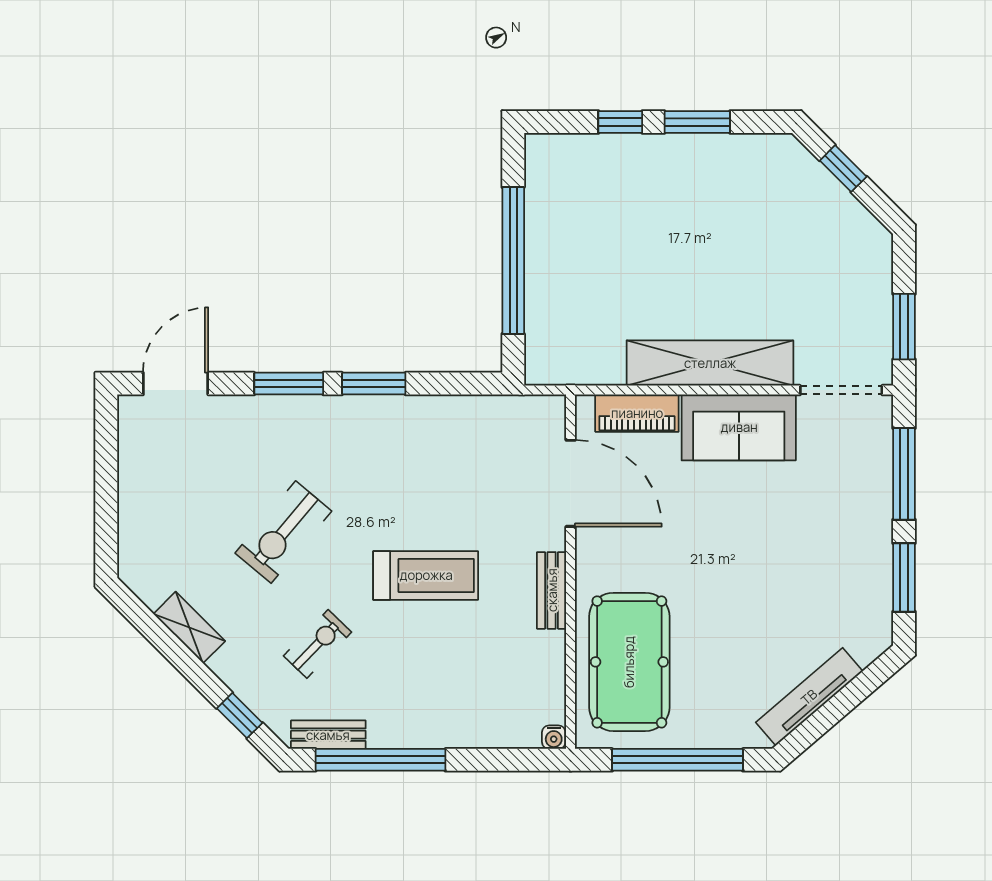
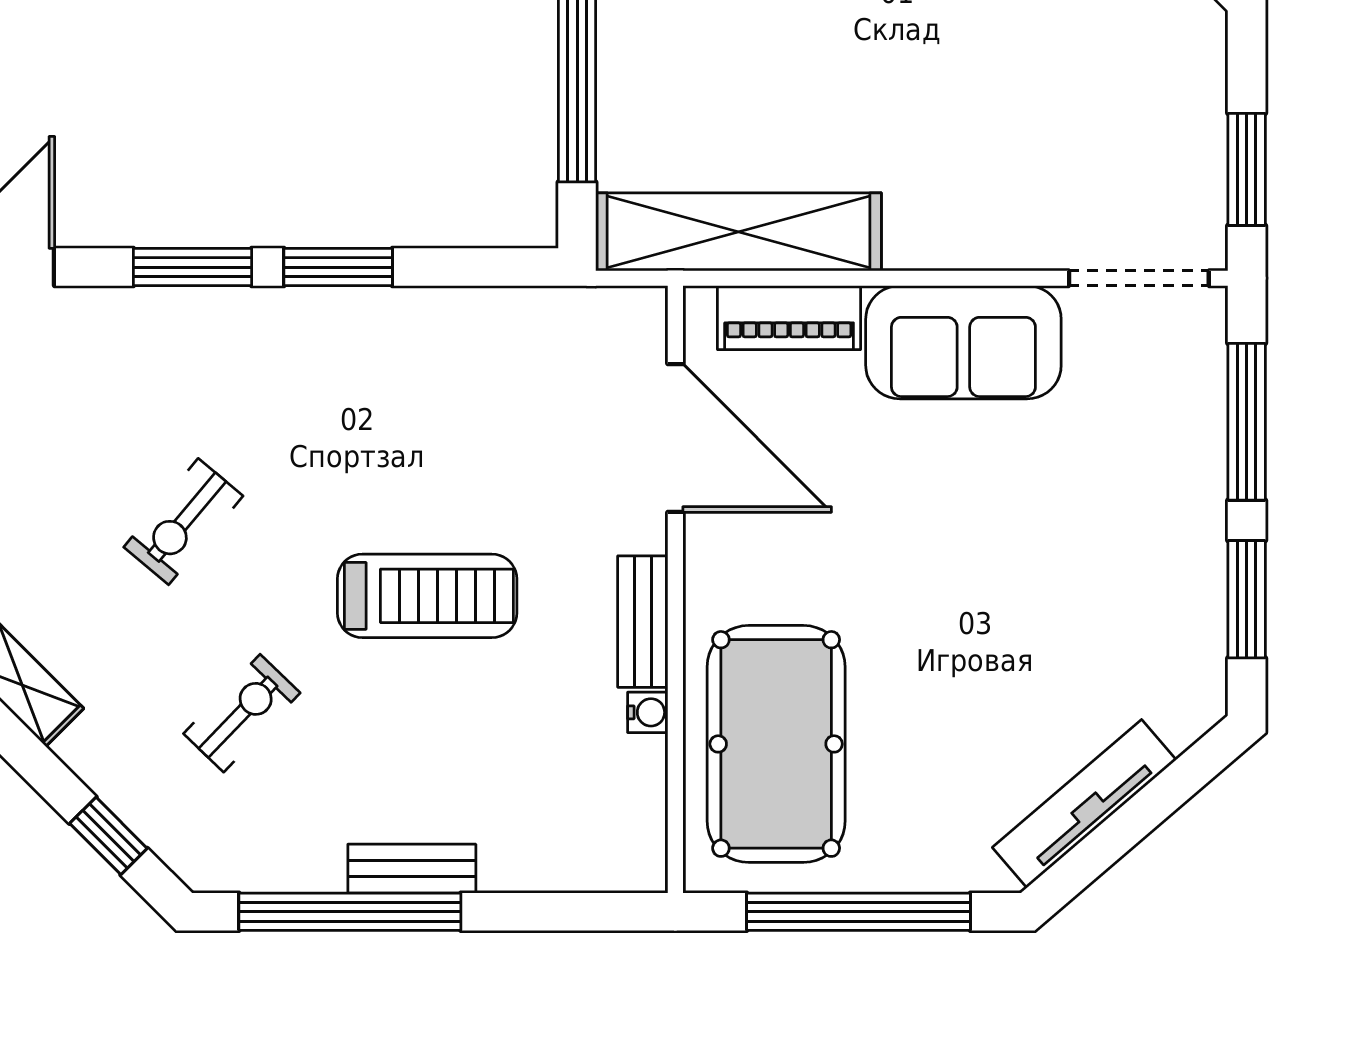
shelving: (710, 363) -> (739, 232), moved
exercise bike: (283, 532) -> (183, 522), width x0.73, depth x0.72
bench: (328, 735) -> (412, 869), moved
water cooler: (554, 737) -> (648, 712), moved, turned -90

